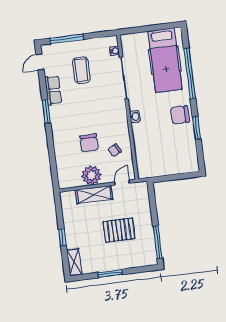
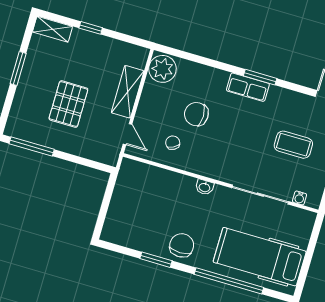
row of seats: (53, 90) -> (248, 87), moved
plant: (92, 175) -> (162, 69), moved

